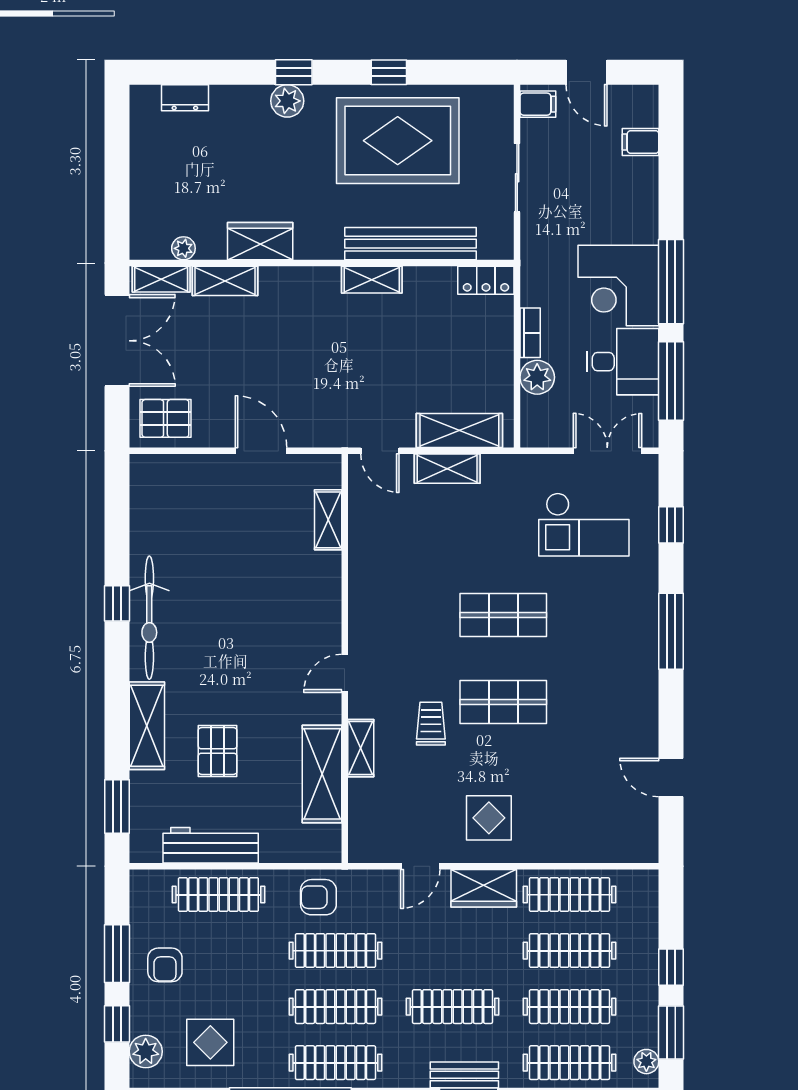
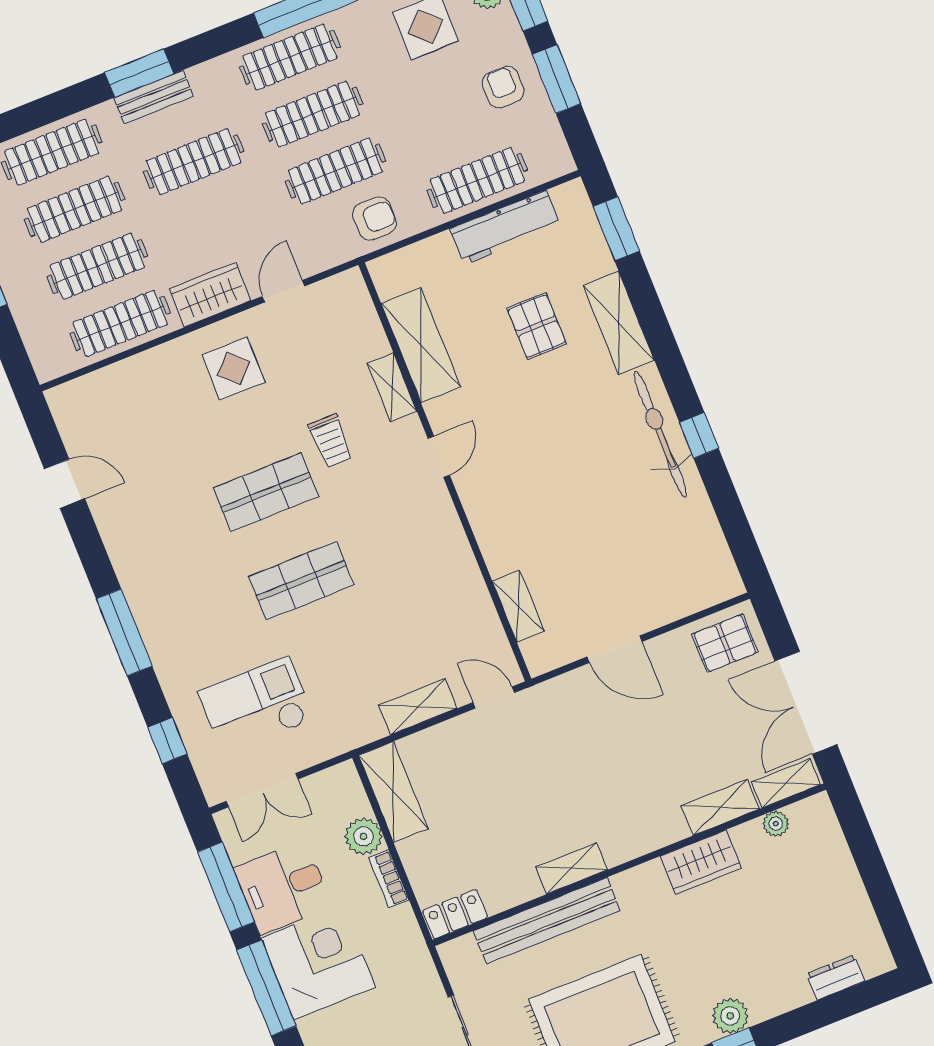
shelving: (459, 431) -> (393, 792), moved, turned 90

